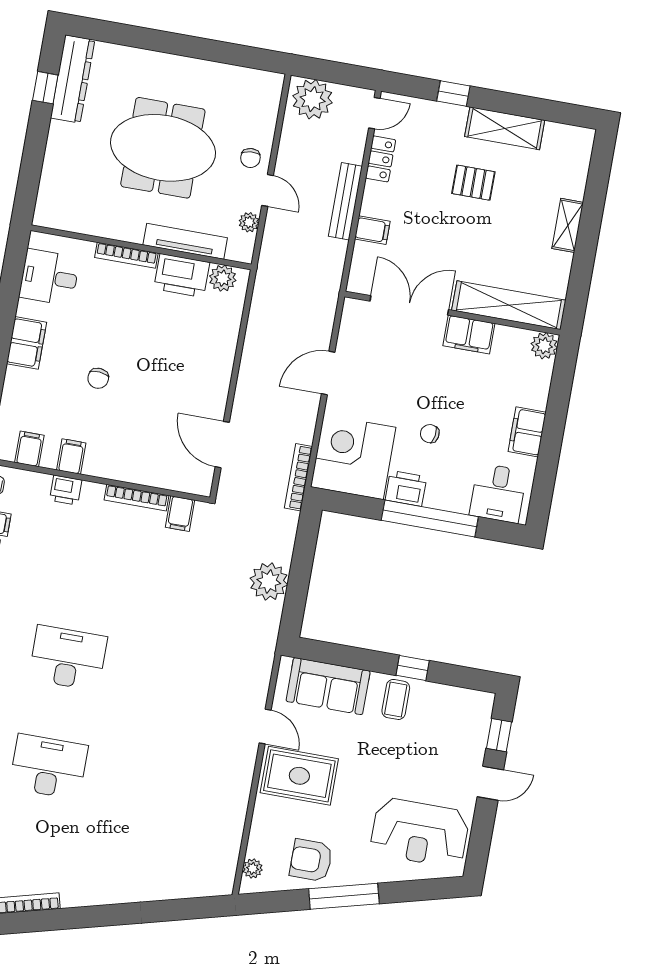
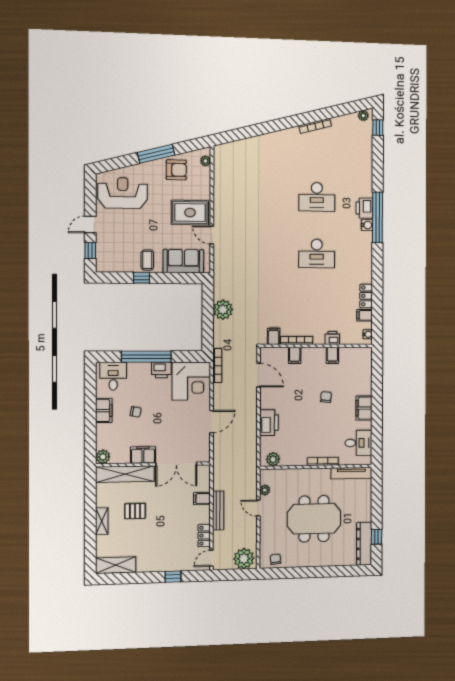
shelving: (505, 128) -> (116, 565), moved
chair: (250, 158) -> (275, 559), moved
pallet: (473, 183) -> (135, 511), moved
tv unit: (185, 241) -> (351, 473), moved
printer: (182, 276) -> (269, 423), moved, turned 90
chair: (430, 434) -> (136, 412), moved
filing cabinet: (29, 449) -> (295, 355), moved

